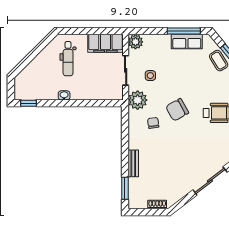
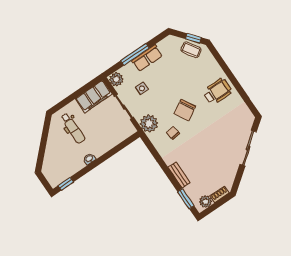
window: (184, 31) -> (135, 54), moved
row of seats: (187, 42) -> (147, 58), moved
side table: (150, 76) -> (142, 88), moved
plant: (140, 202) -> (205, 202), added

